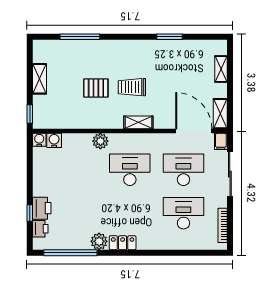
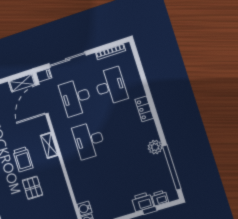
plant: (100, 141) -> (74, 171), removed
desk: (183, 213) -> (111, 86), turned 180
locker: (123, 243) -> (144, 109), moved

